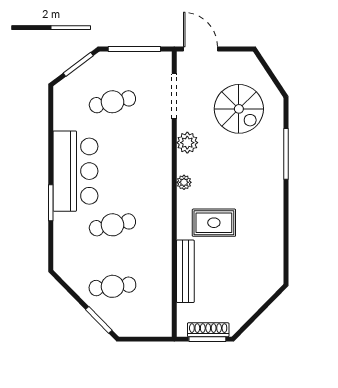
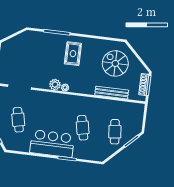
spiral stairs: (239, 109) -> (115, 63), moved, turned -90
plant: (187, 143) -> (55, 85), moved
rug: (214, 223) -> (73, 54), moved

